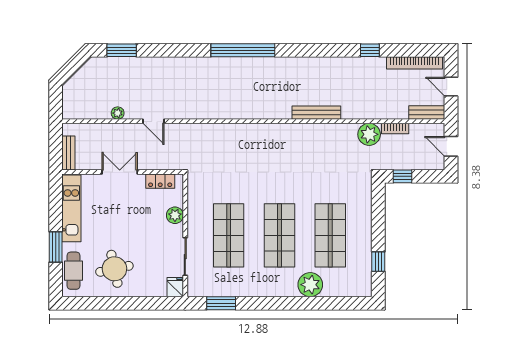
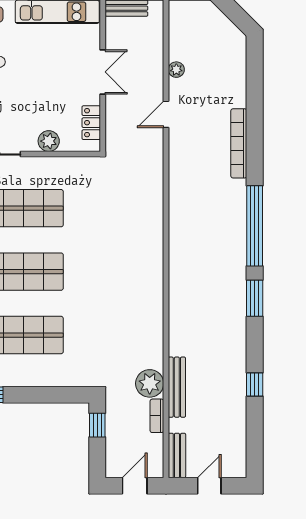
window: (122, 50) -> (255, 298), moved
bookcase: (415, 63) -> (239, 143), moved
bench: (316, 113) -> (177, 387), moved

